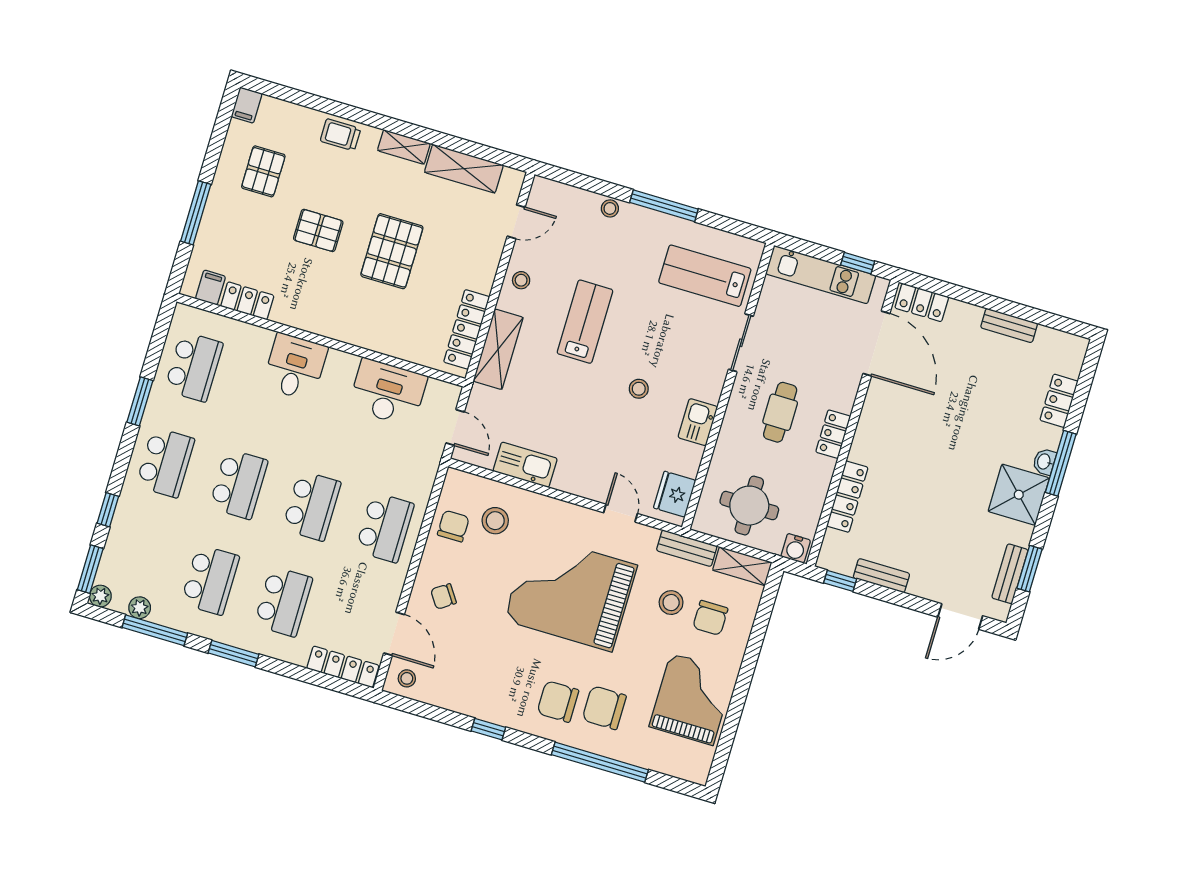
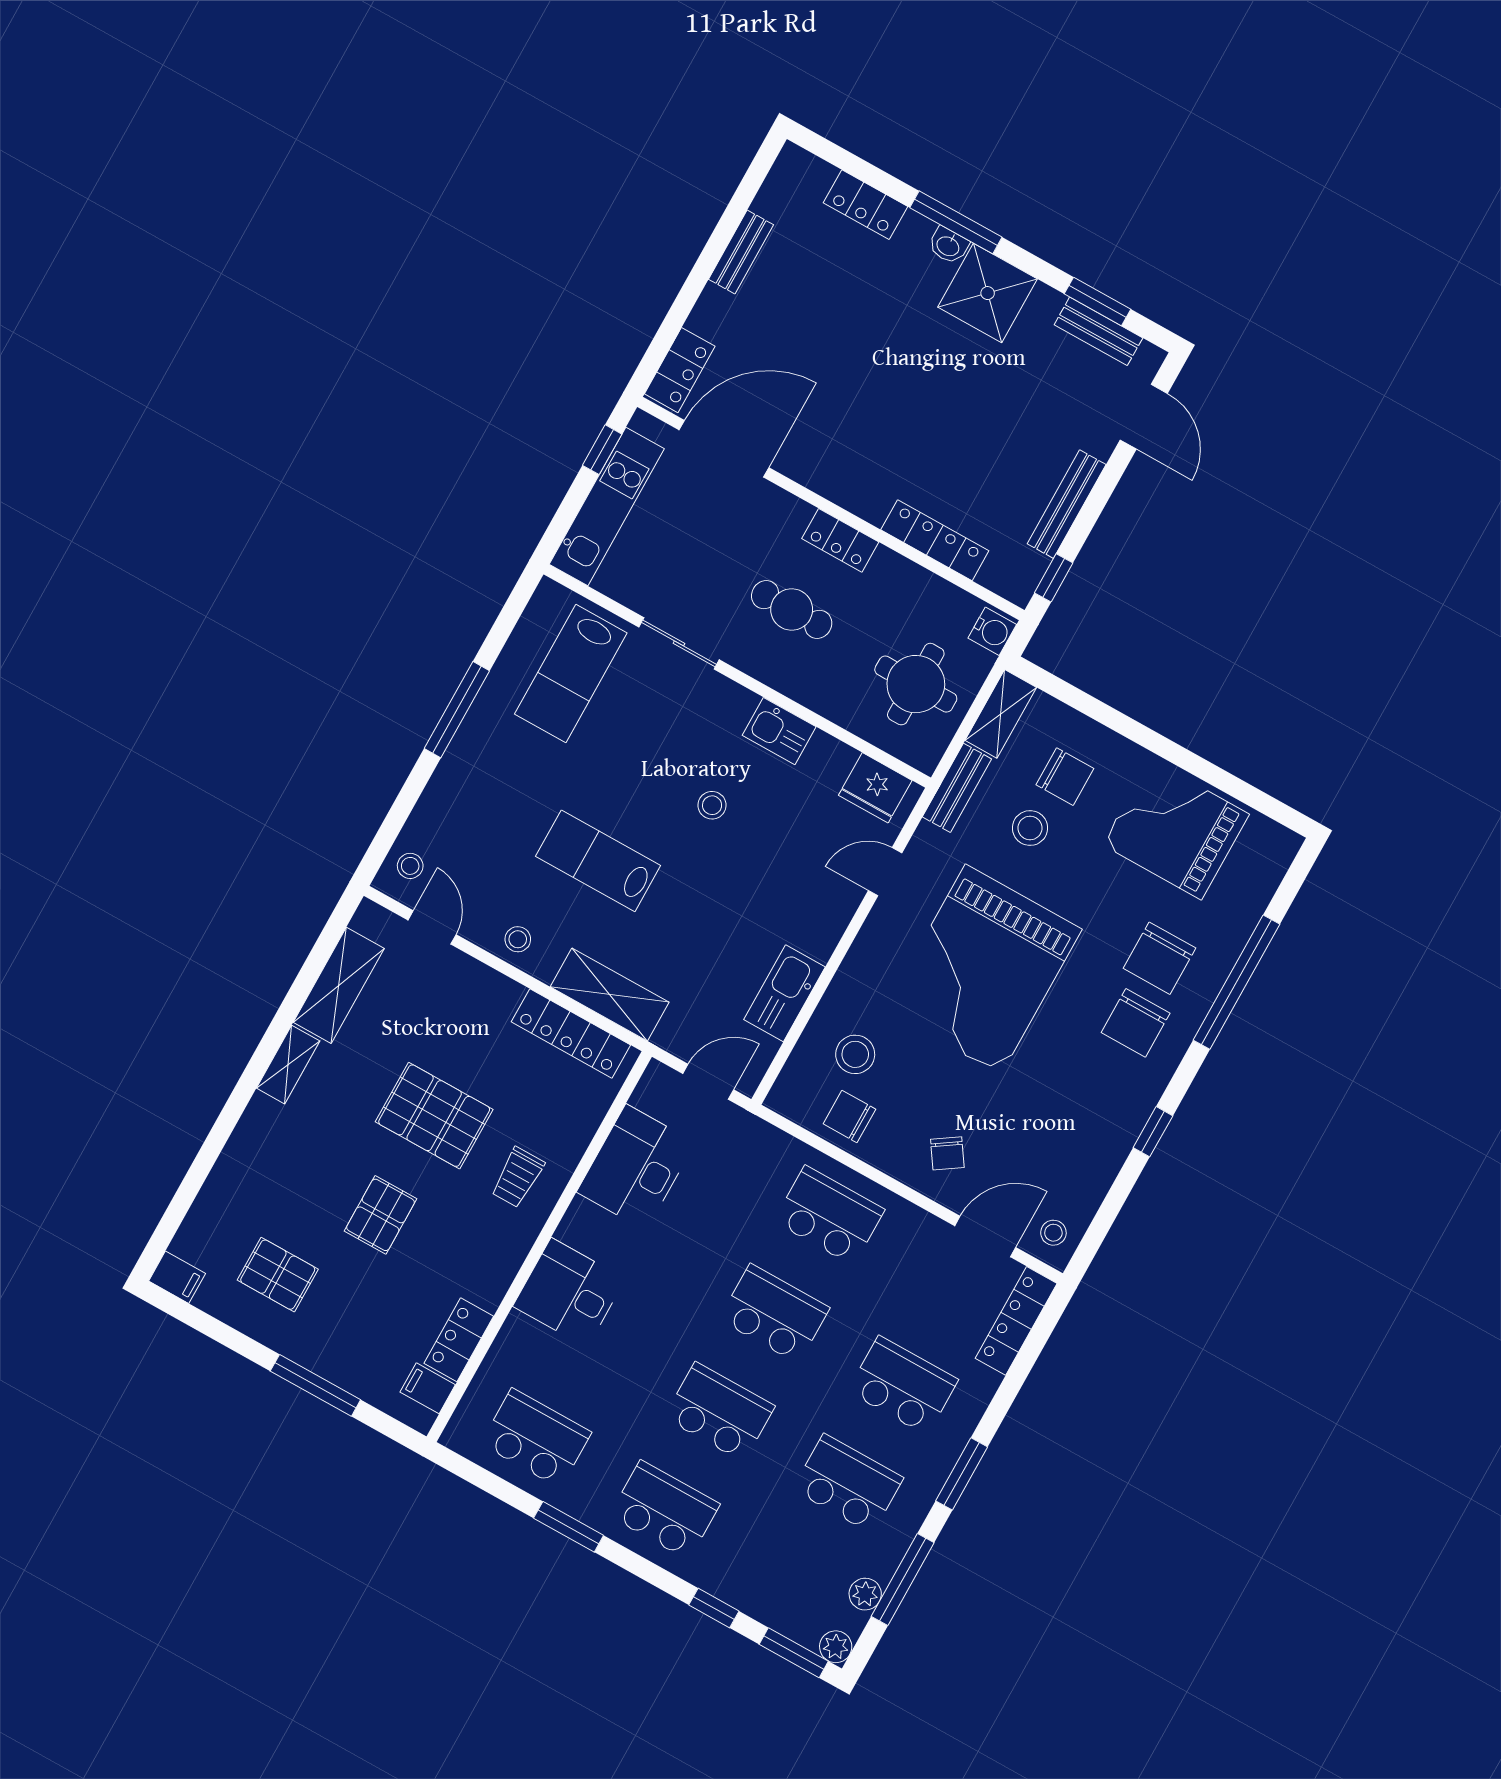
trolley: (340, 135) -> (518, 1177), moved
stool: (610, 208) -> (410, 866), moved
bench: (881, 576) -> (1067, 504), width x1.36

